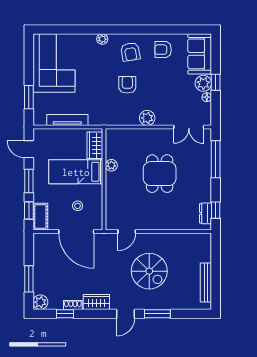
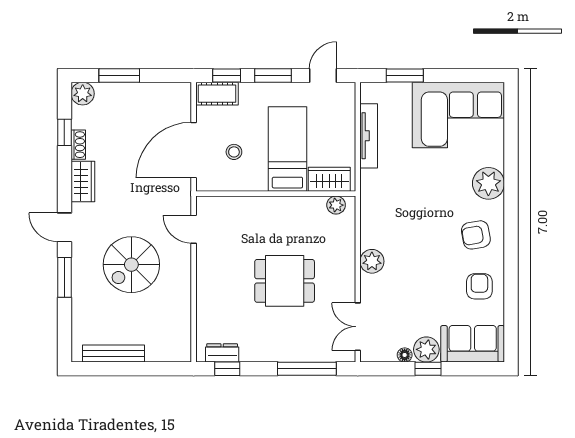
plant: (102, 39) -> (488, 183), width x1.88, depth x1.88
armchair: (127, 85) -> (424, 230), removed
plant: (111, 165) -> (336, 205), moved

